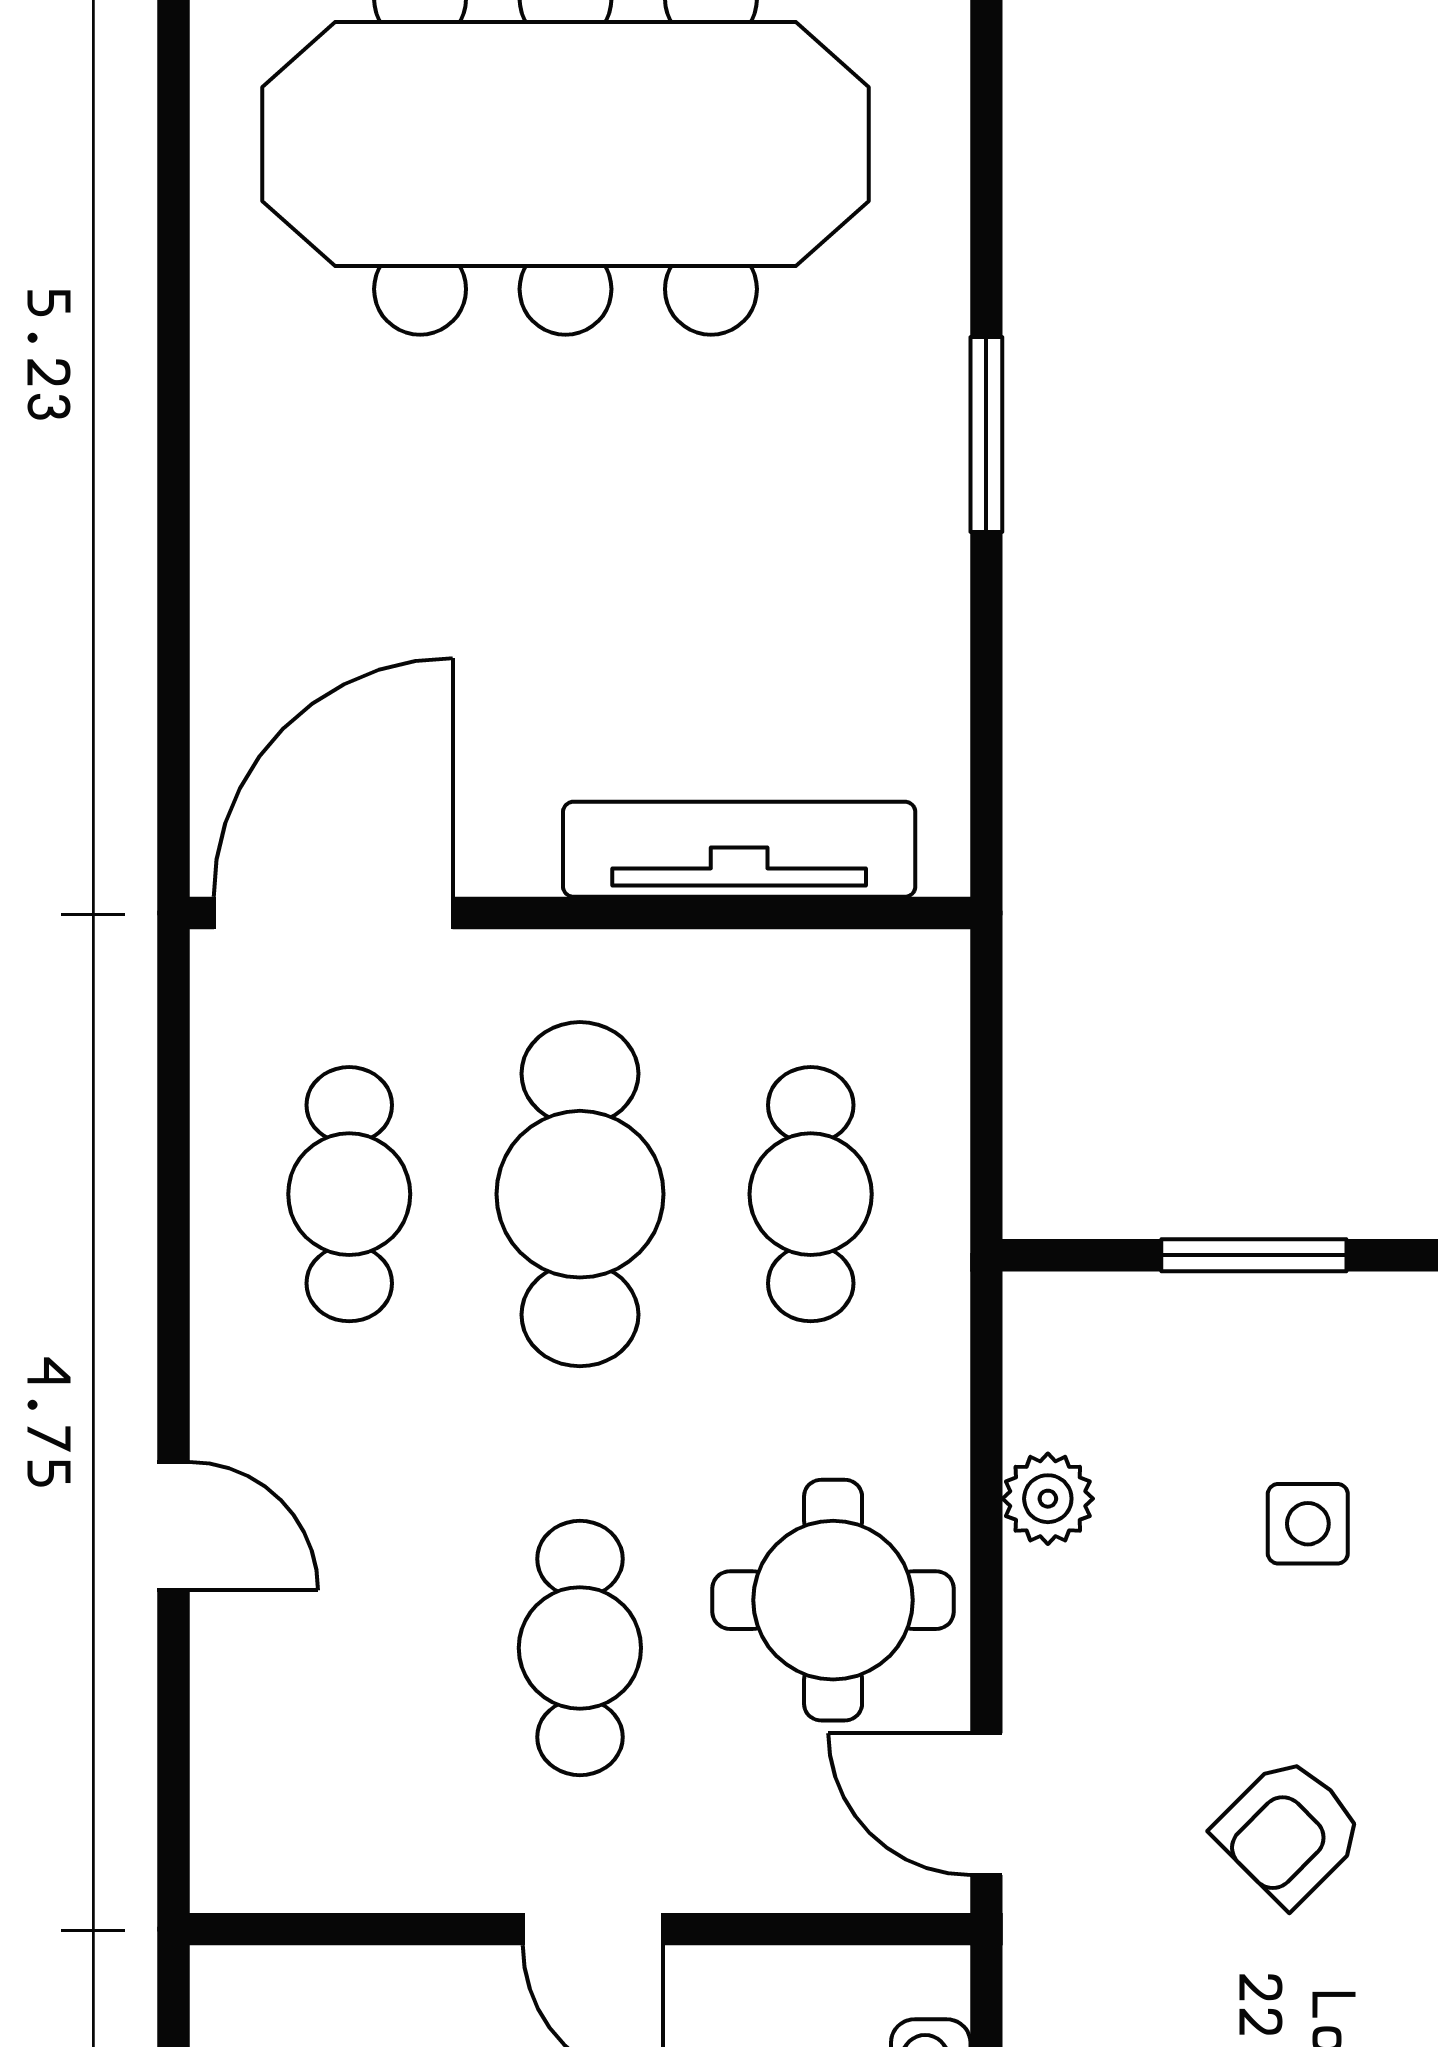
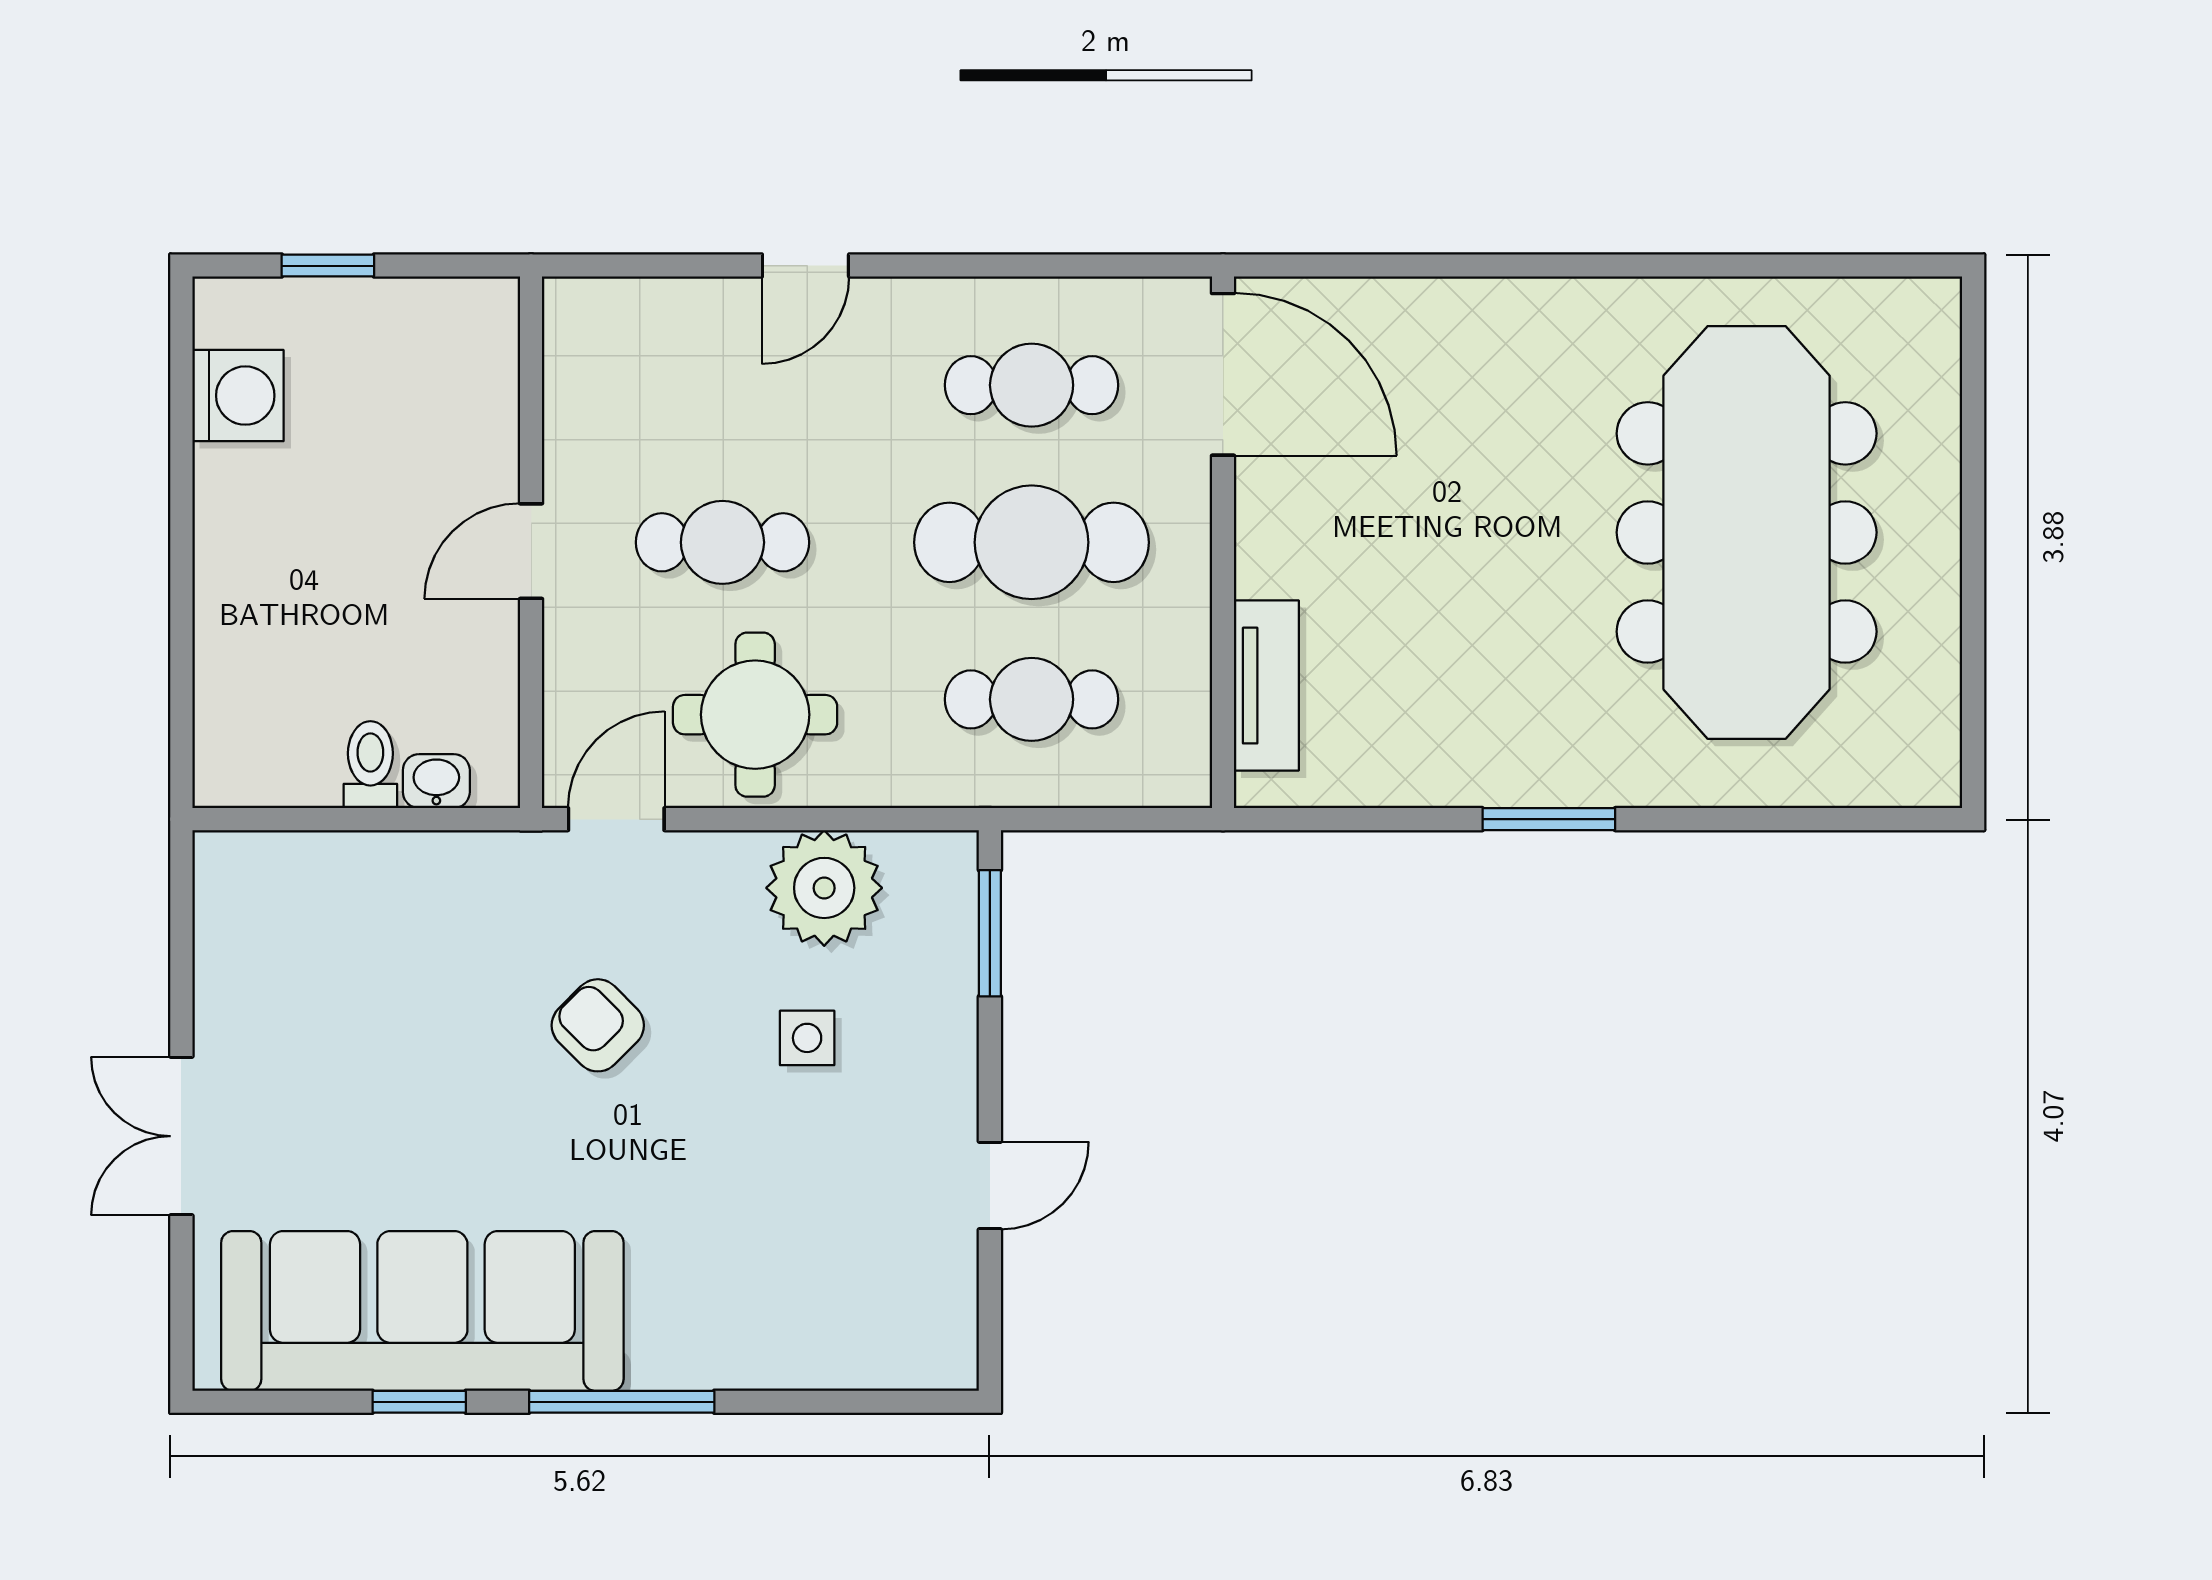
tv unit: (739, 849) -> (1266, 686), width x0.71
window: (1254, 1255) -> (990, 933), moved
plant: (1048, 1499) -> (824, 888), width x1.88, depth x1.88

